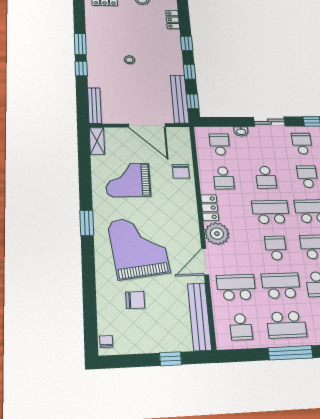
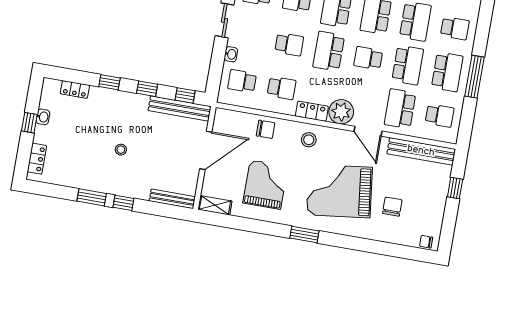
grand piano: (128, 180) -> (265, 185), turned 180
stool: (182, 210) -> (309, 140), added
school desk: (281, 286) -> (408, 65), turned 180

